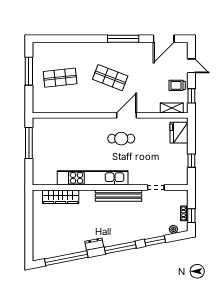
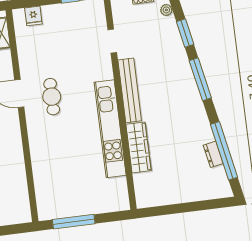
fridge: (179, 133) -> (33, 16), width x0.53, depth x0.75
wardrobe: (61, 197) -> (139, 147), moved
dresser: (94, 244) -> (213, 154), moved

